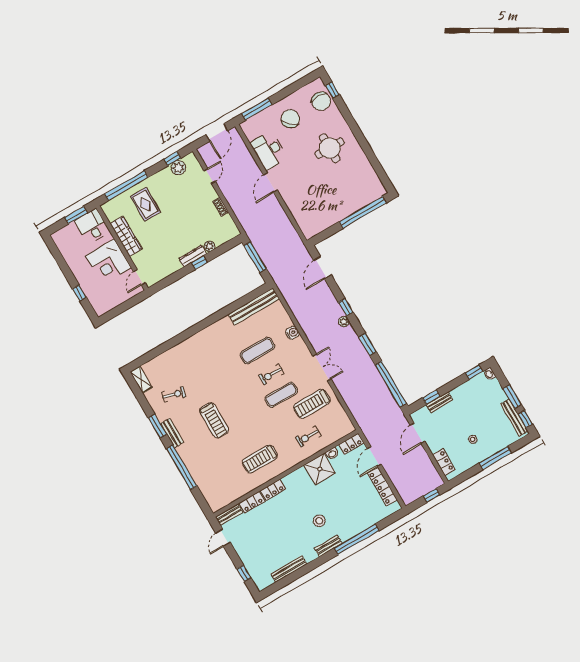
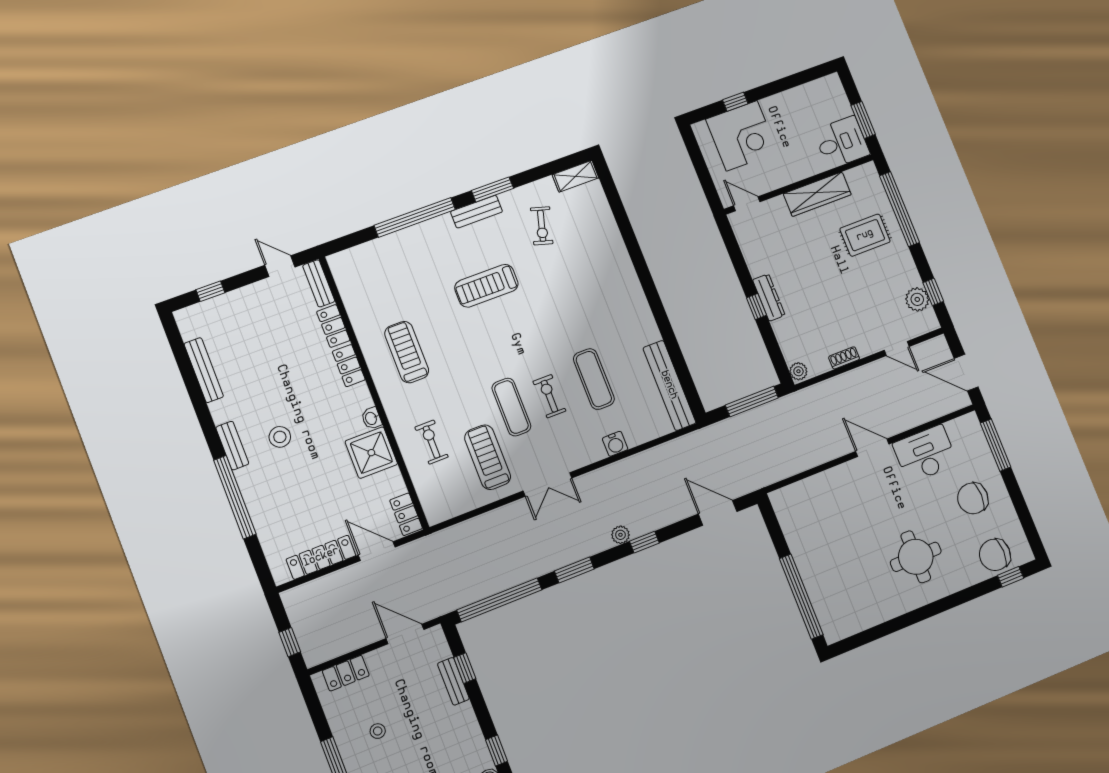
chair: (290, 119) -> (973, 498), turned 137
plant: (209, 246) -> (798, 371), moved
corner desk: (108, 262) -> (742, 136), moved, turned 180
washbasin: (332, 454) -> (371, 418), moved

